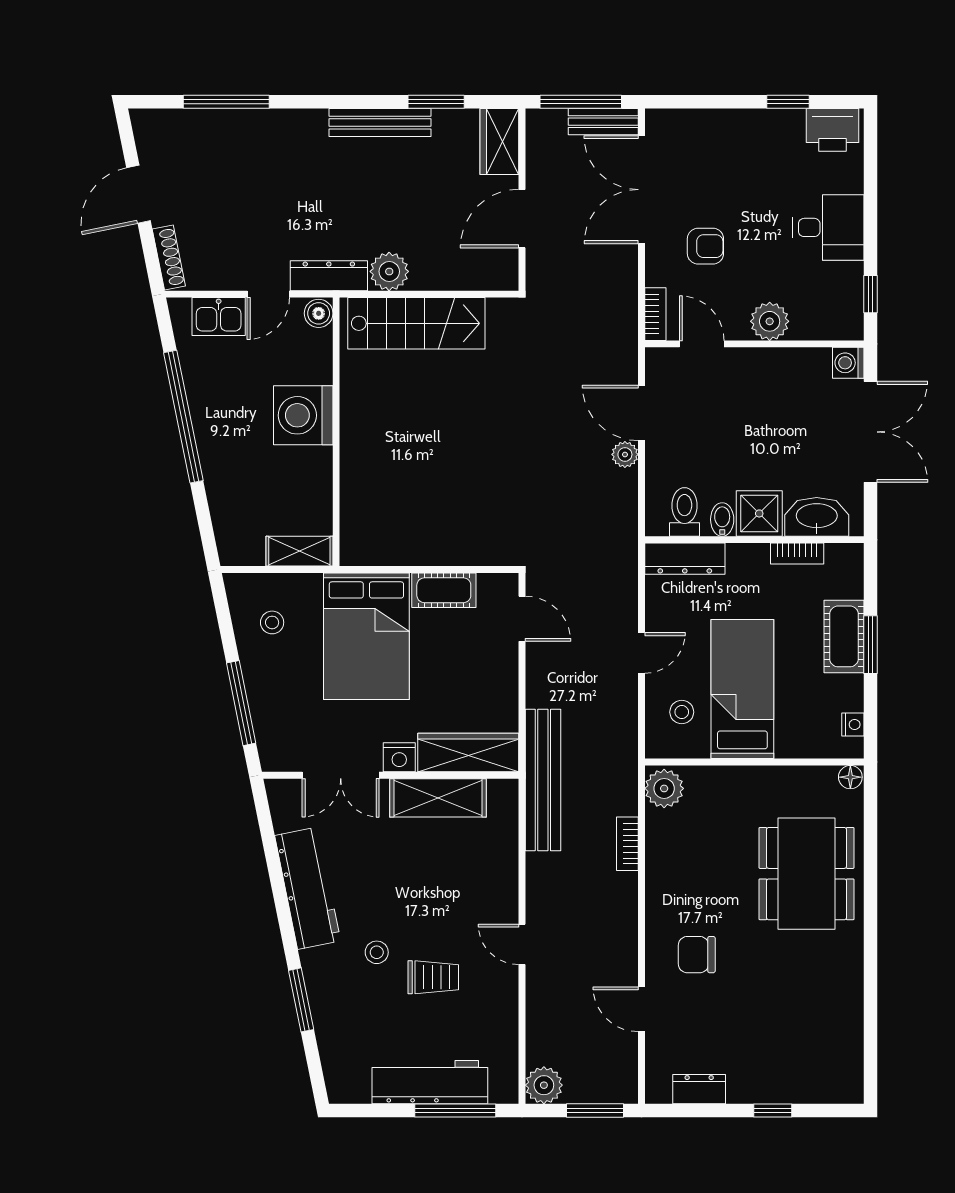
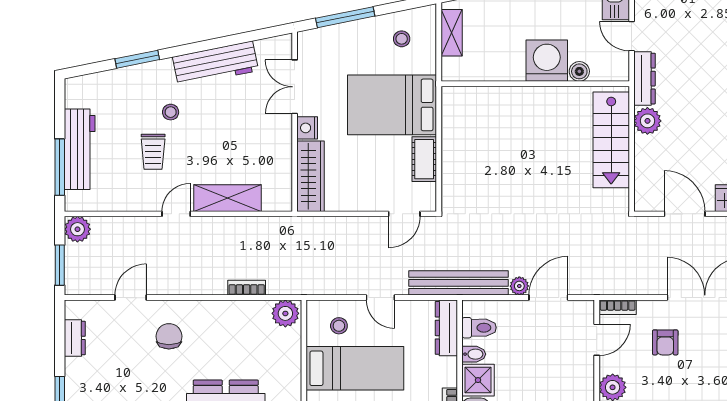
boiler: (319, 313) -> (579, 71), moved
shelving: (299, 551) -> (452, 33), moved
bench: (543, 780) -> (459, 283), moved
shelving: (438, 798) -> (228, 198), moved, turned 90

